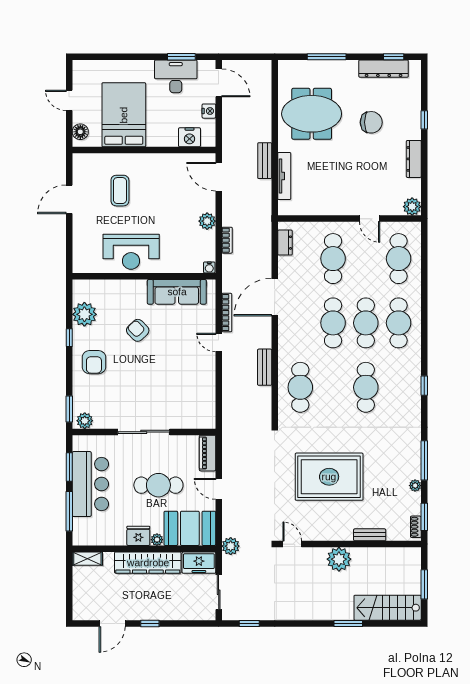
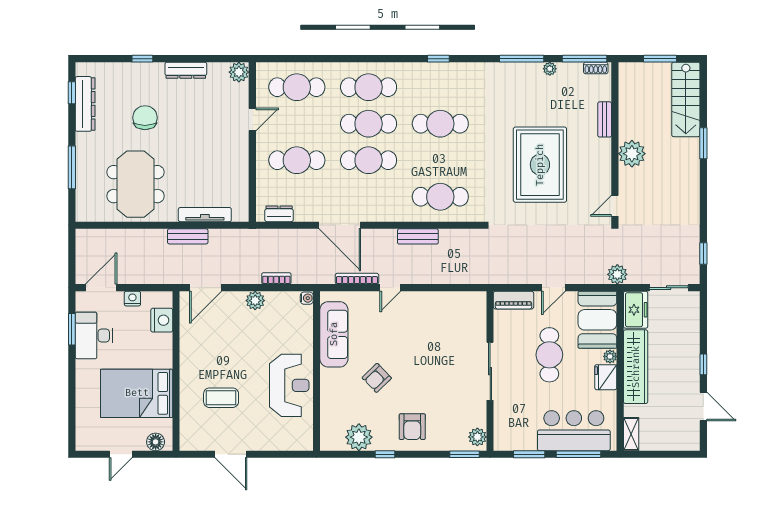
armchair: (94, 362) -> (412, 427), turned 90
bar counter: (90, 484) -> (574, 431), moved
window: (424, 517) -> (585, 59), width x1.44

